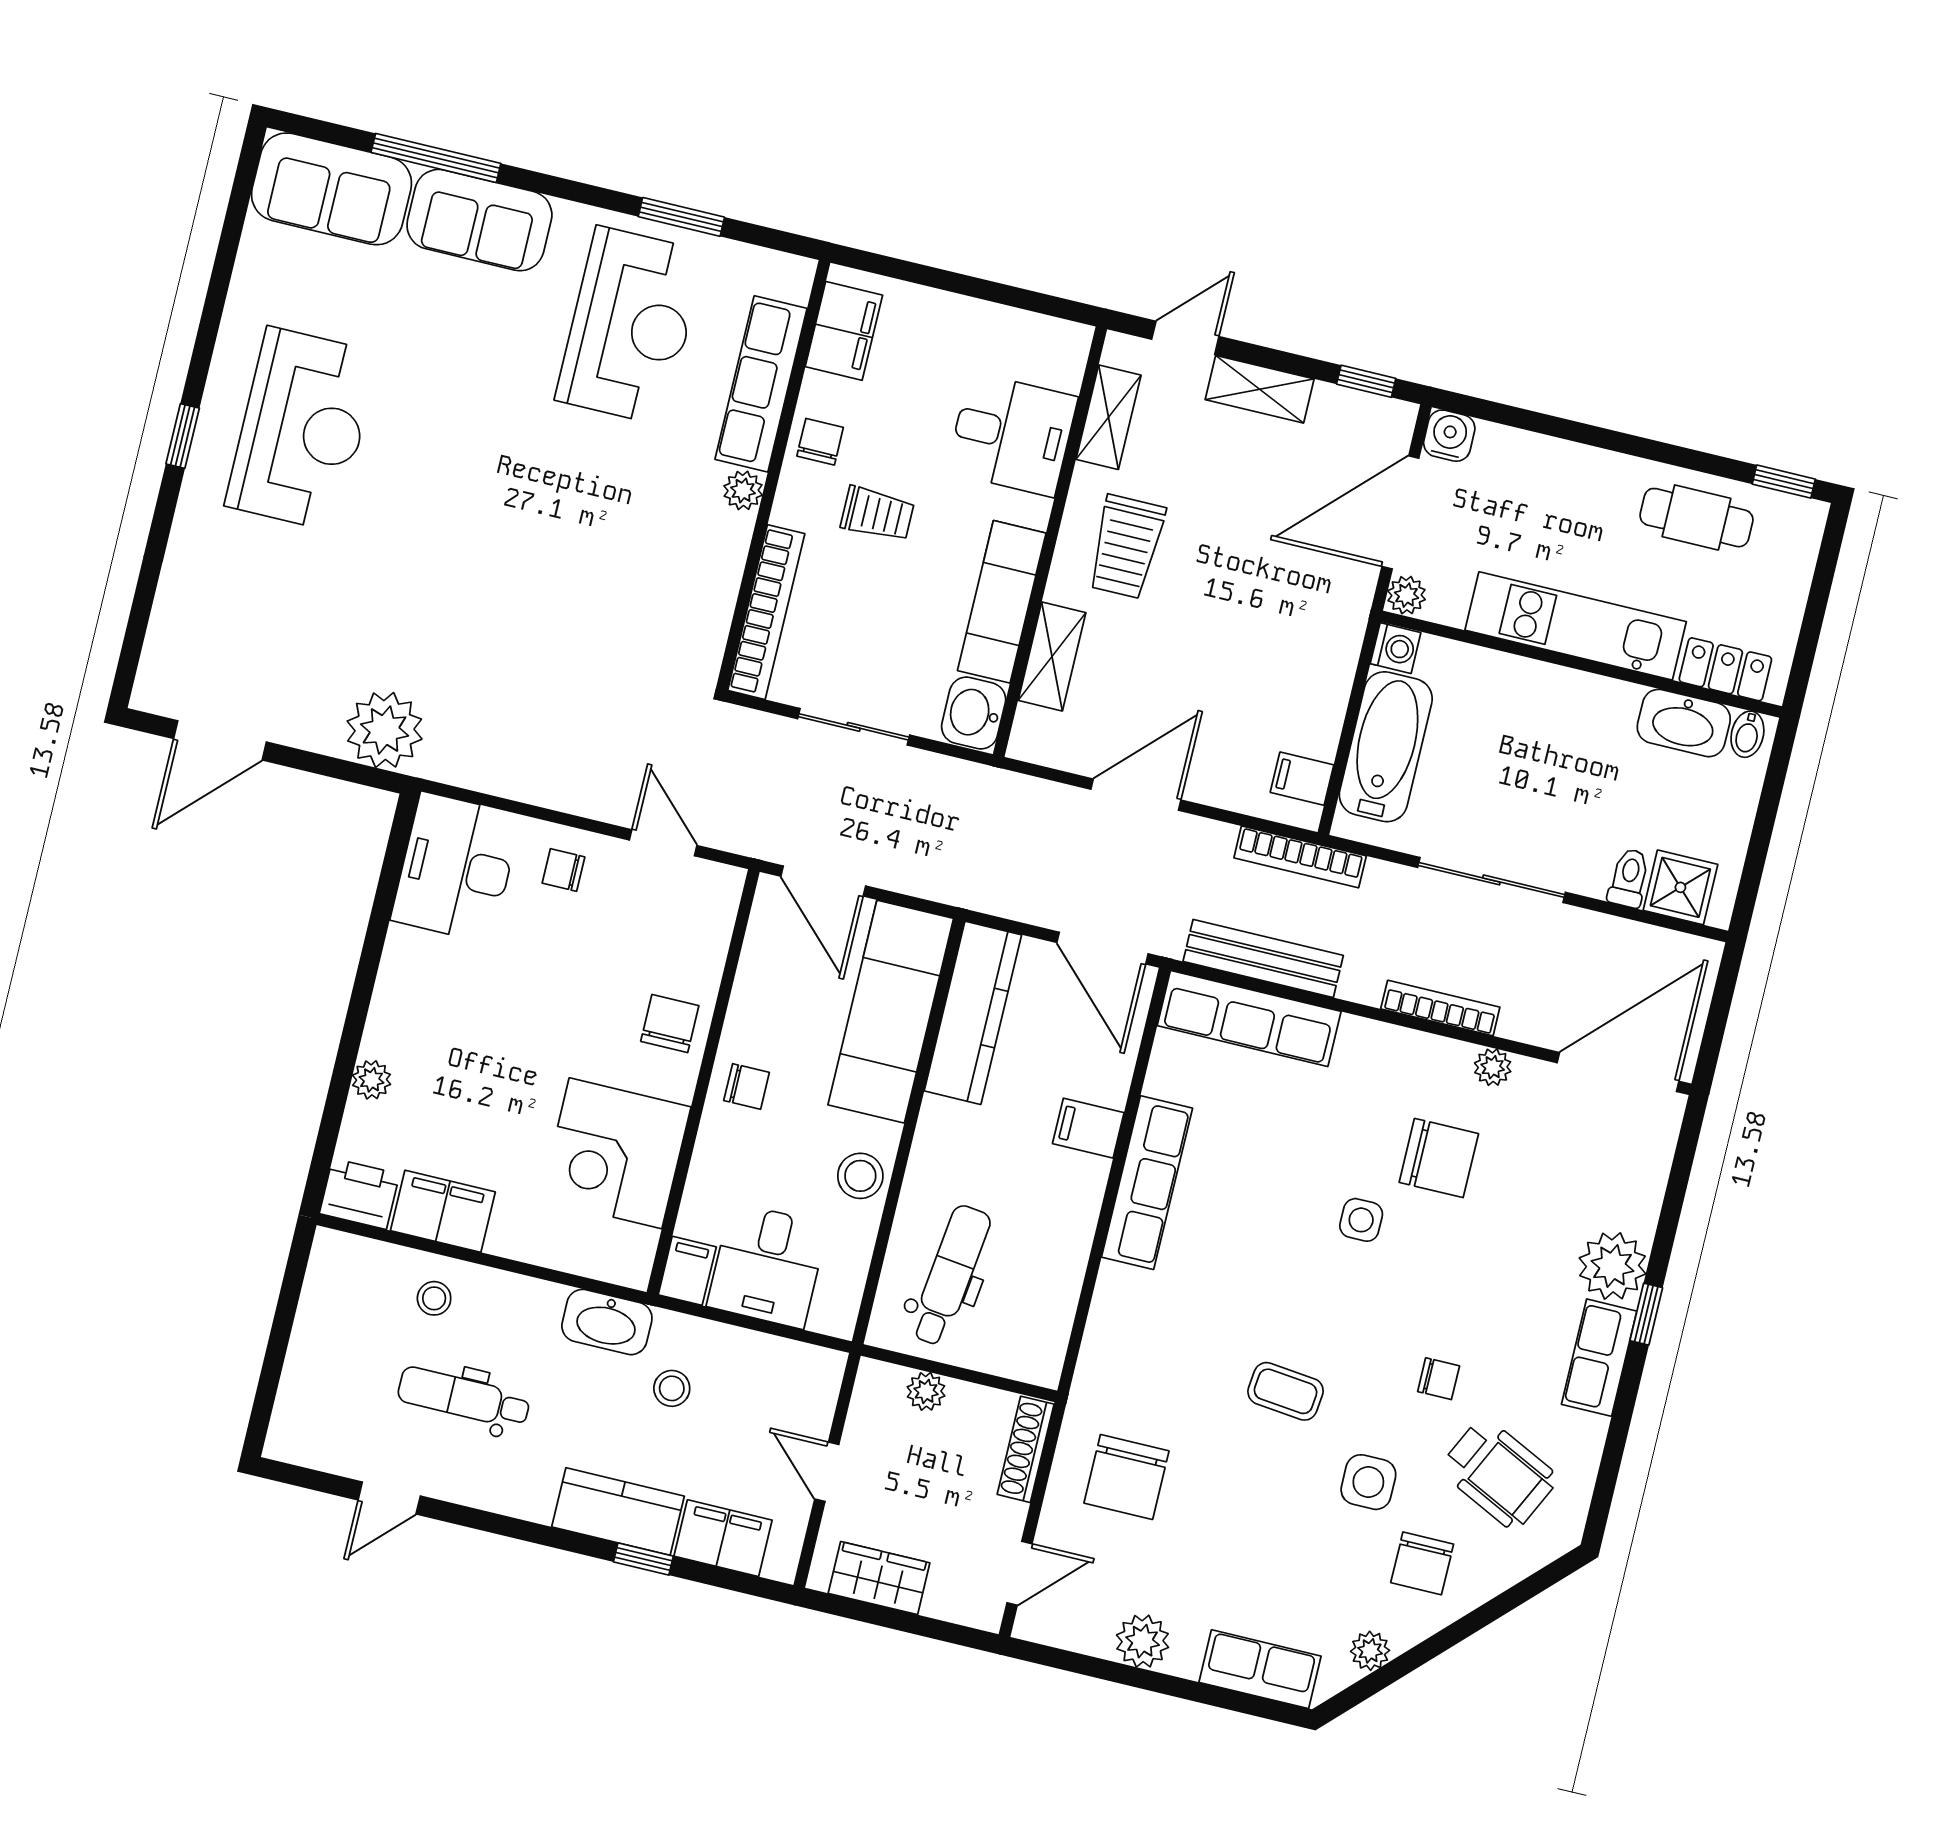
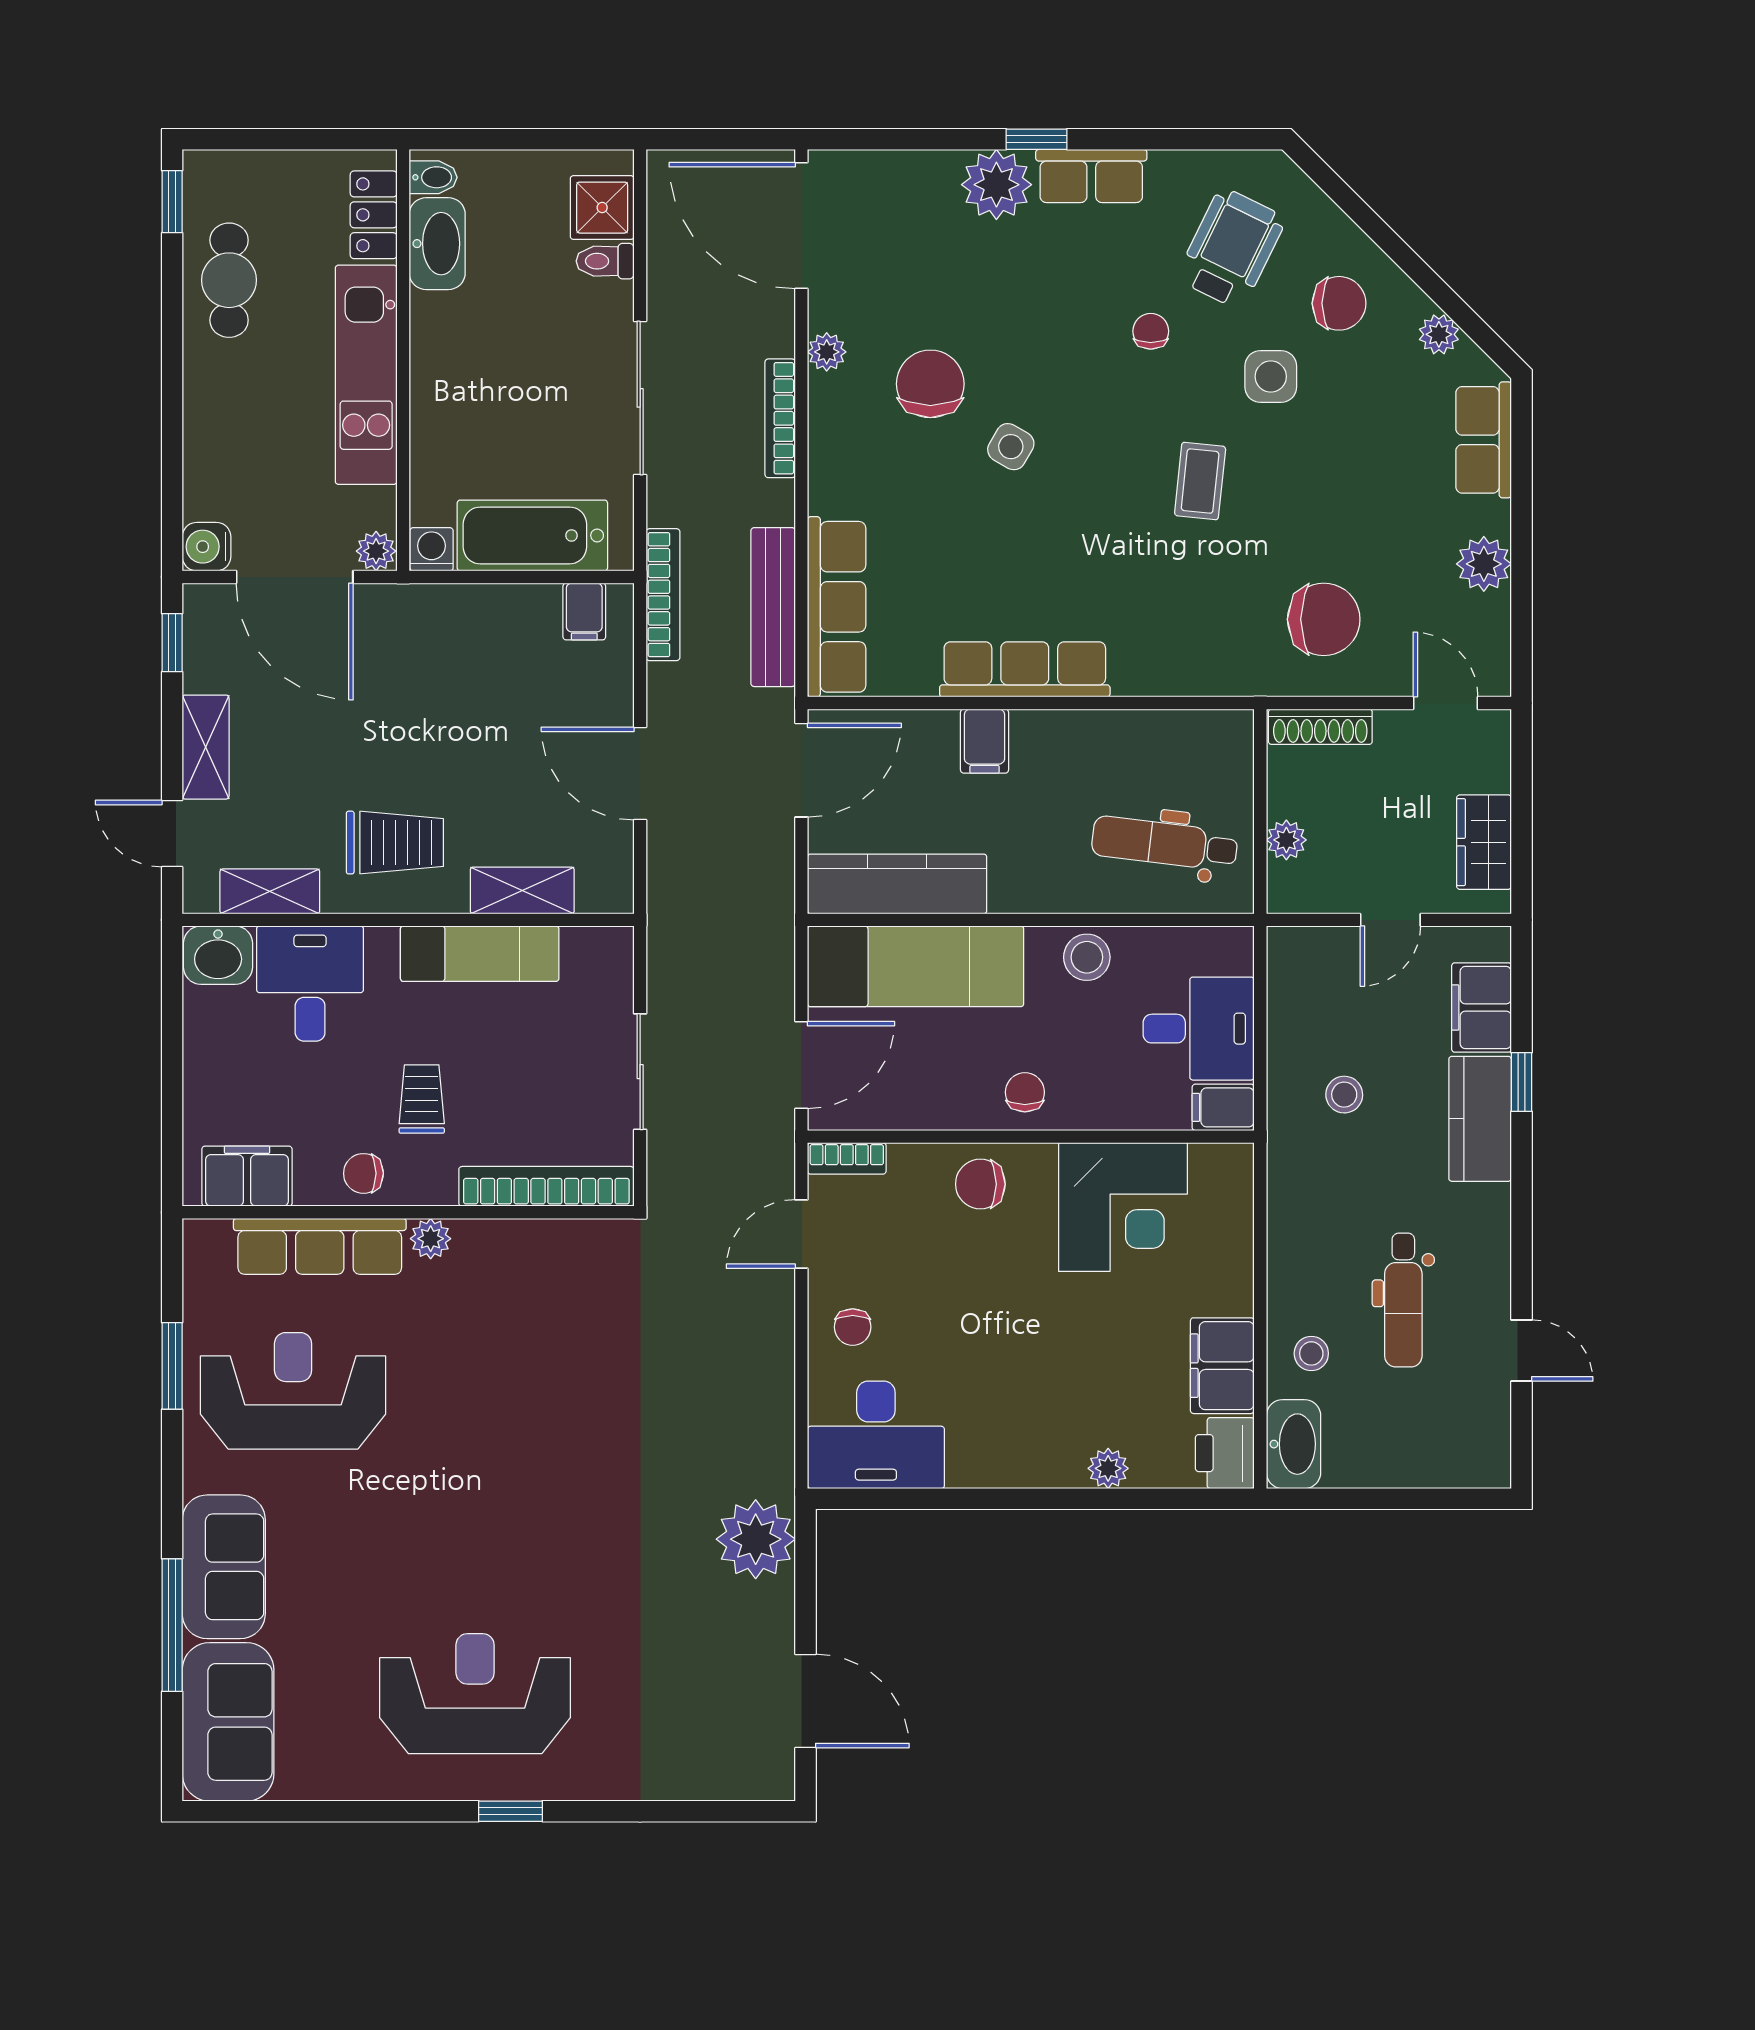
washbasin: (974, 713) -> (218, 955), moved
bookcase: (724, 903) -> (847, 1158), added
side table: (1361, 1220) -> (1011, 447), turned 30
washbasin: (607, 1322) -> (1294, 1444), moved

